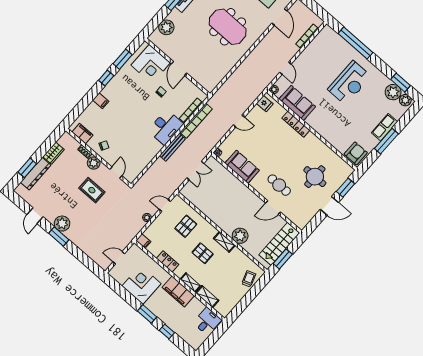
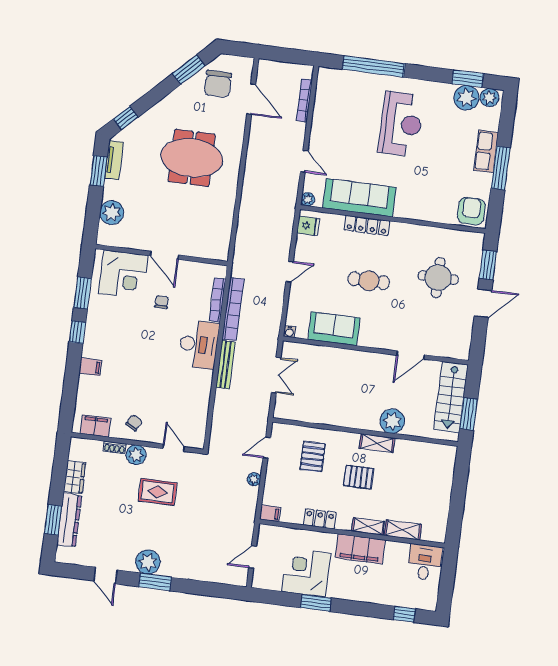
sofa: (297, 103) -> (359, 198), width x1.36
cafe table: (279, 185) -> (369, 281), moved
trolley: (249, 279) -> (442, 470), removed
window: (147, 314) -> (316, 603), moved
window: (167, 331) -> (404, 614), moved

